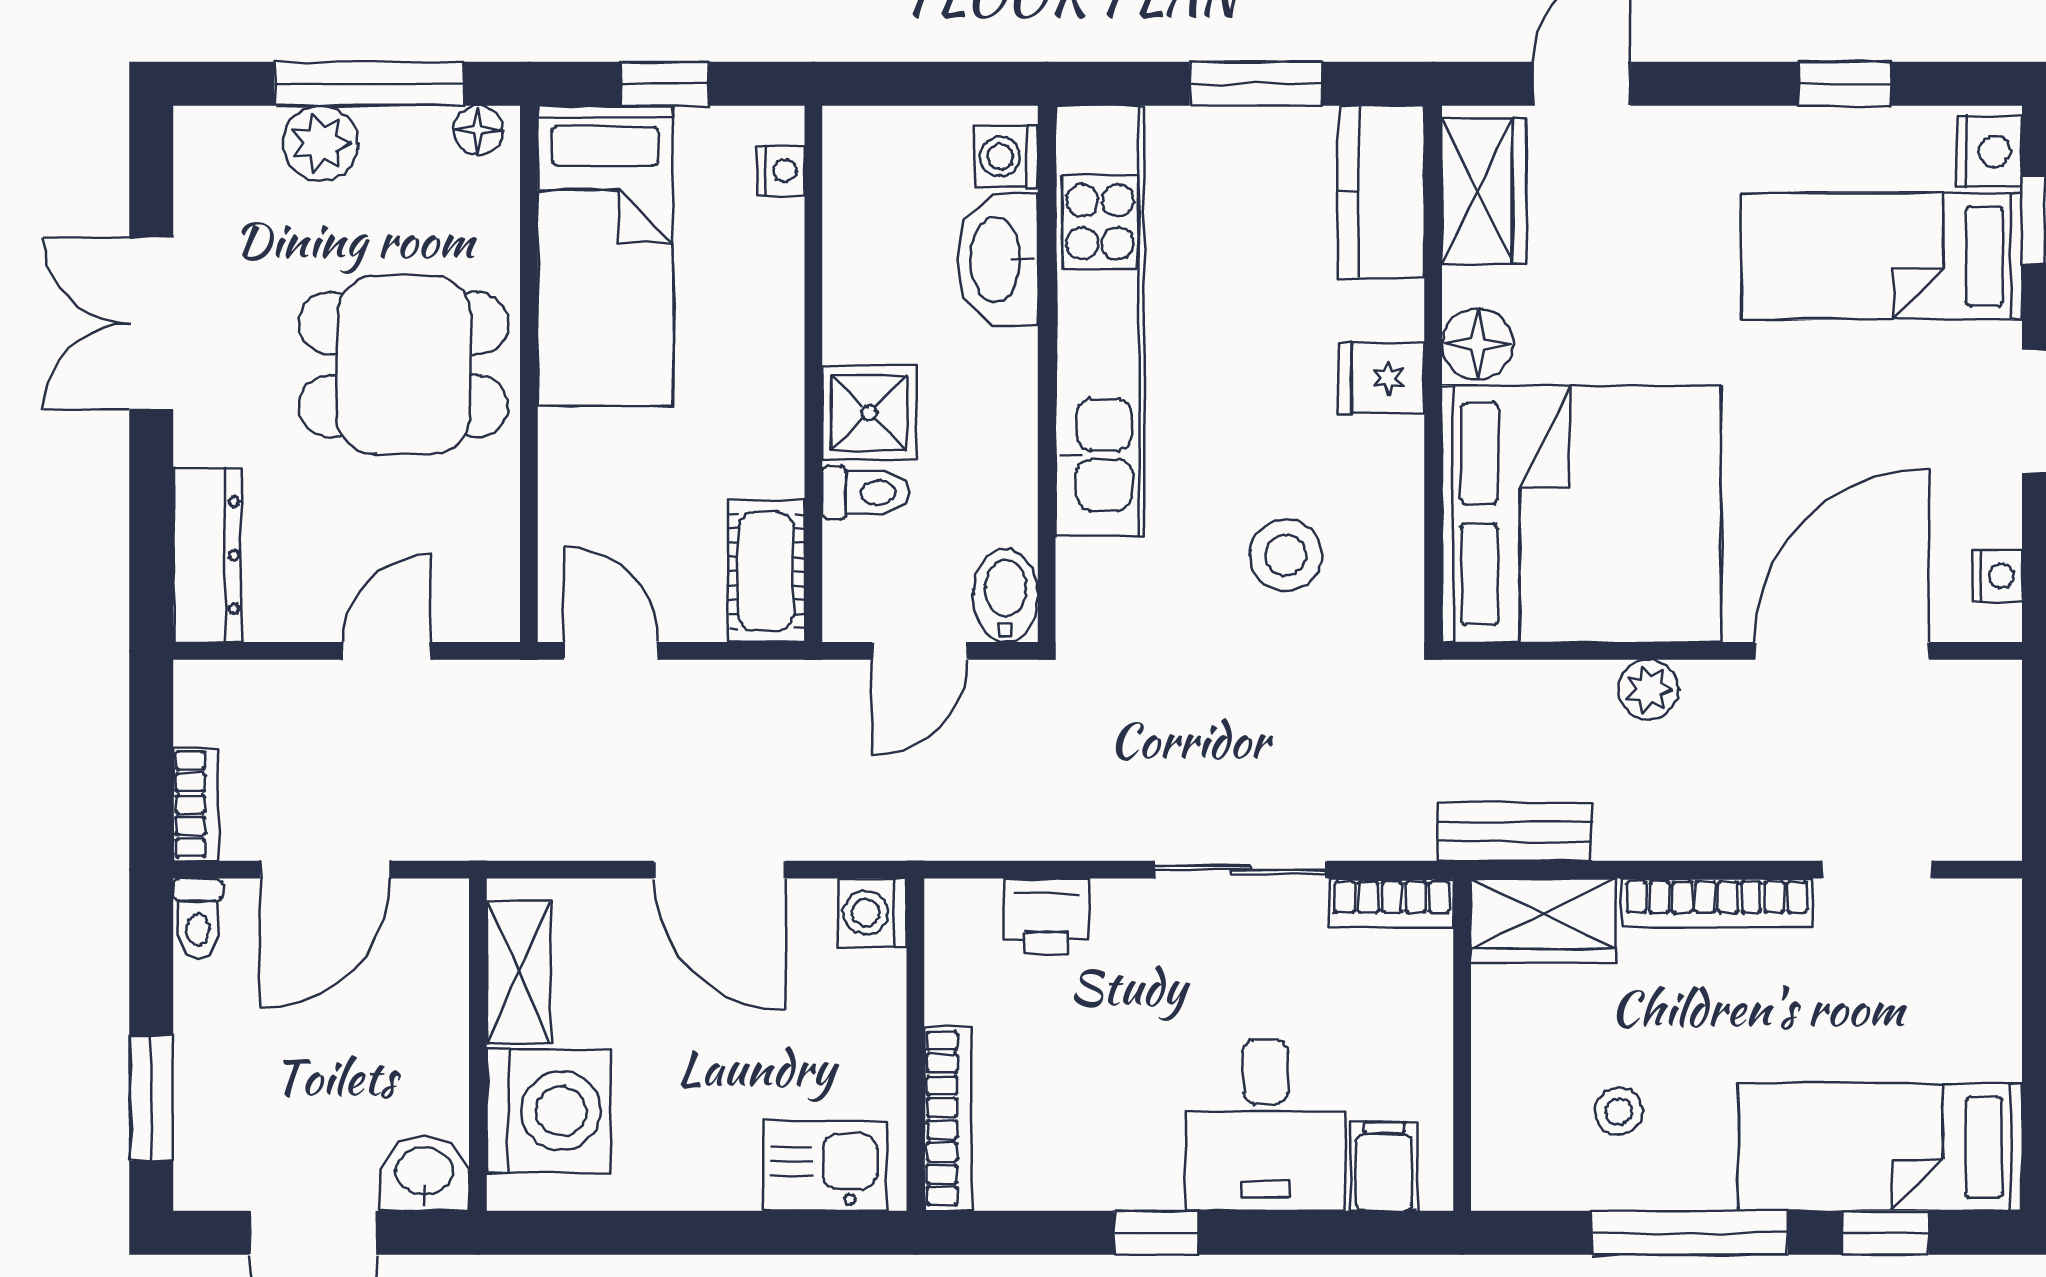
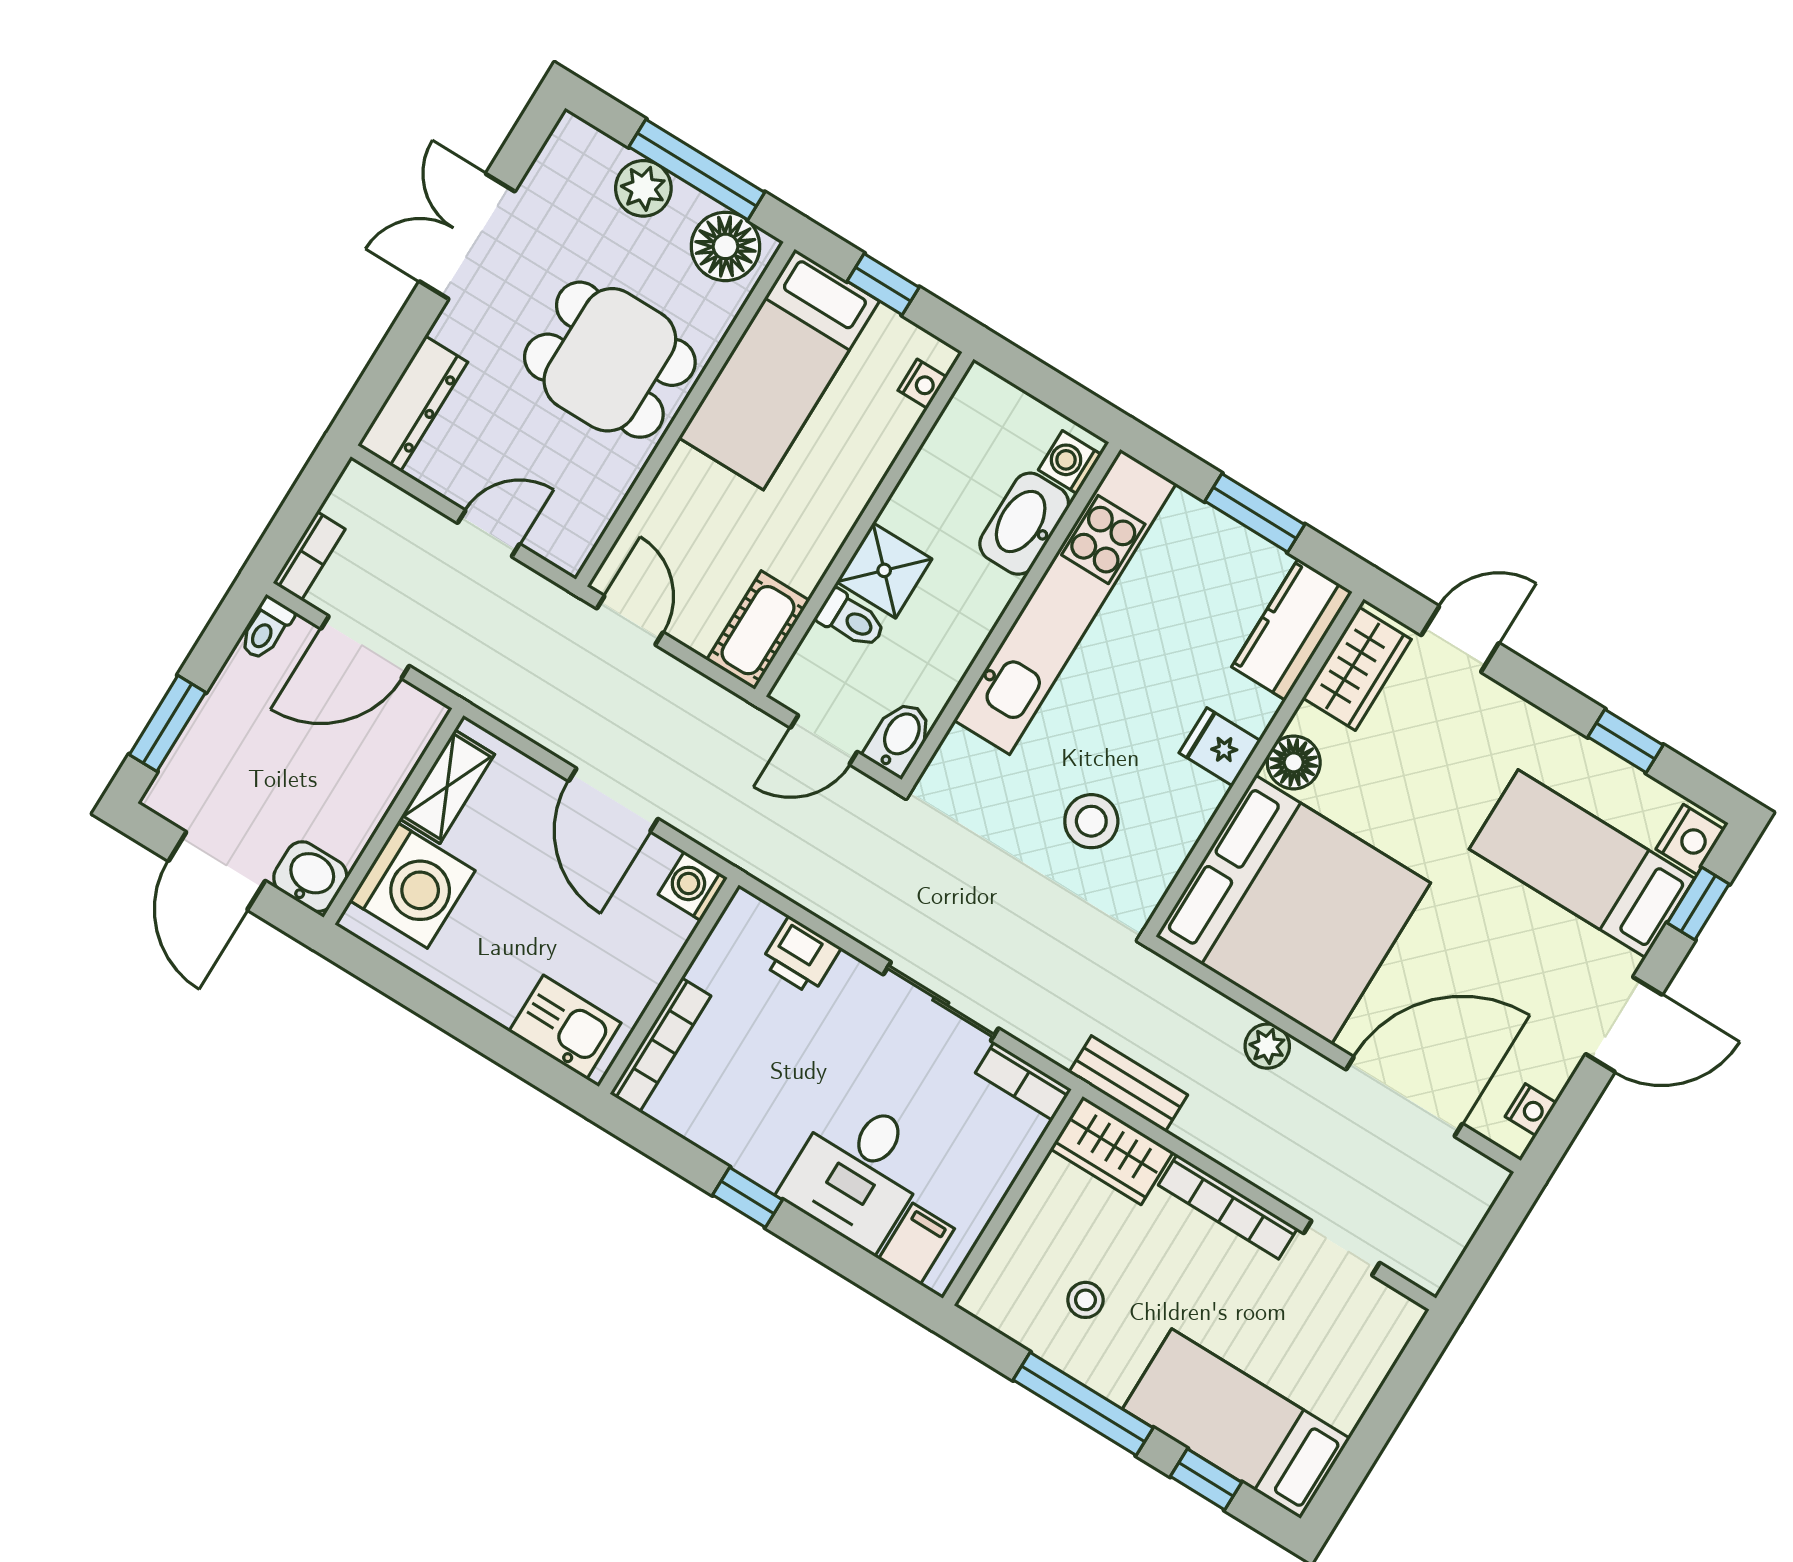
floor lamp: (478, 130) -> (725, 246), width x1.89, depth x1.89

